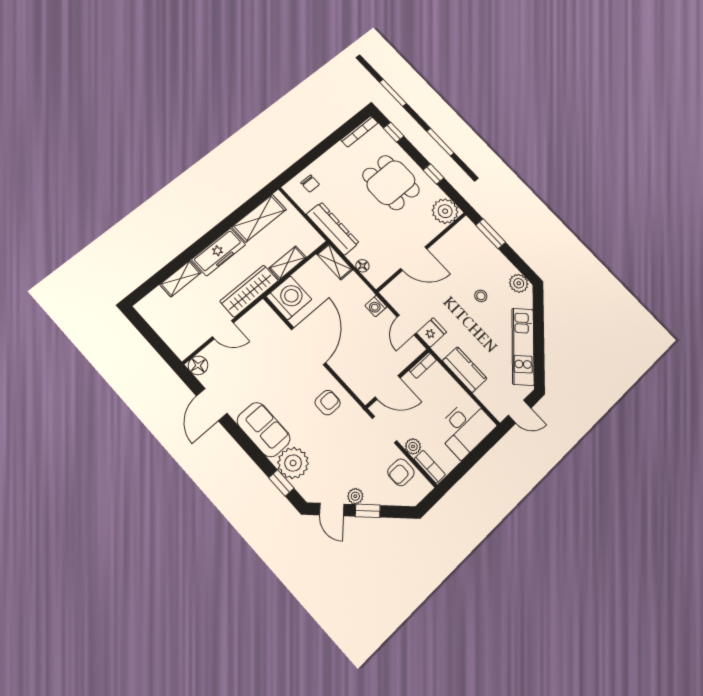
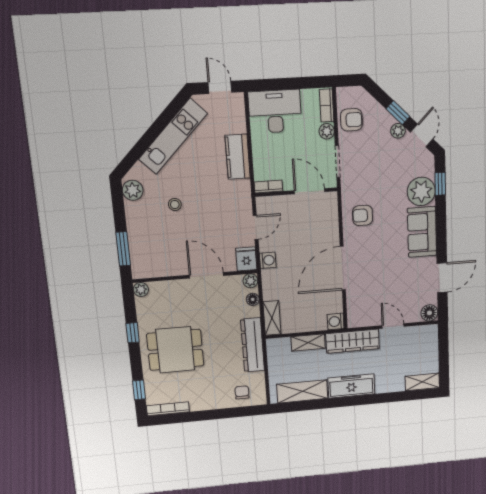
dining table: (391, 183) -> (175, 350), turned 90
plant: (445, 211) -> (141, 290), width x0.53, depth x0.53
shelving: (181, 279) -> (422, 382), moved
plant: (376, 279) -> (250, 281), added
washing machine: (289, 298) -> (336, 321), width x0.53, depth x0.53
fridge: (432, 333) -> (246, 259), moved, turned 90

